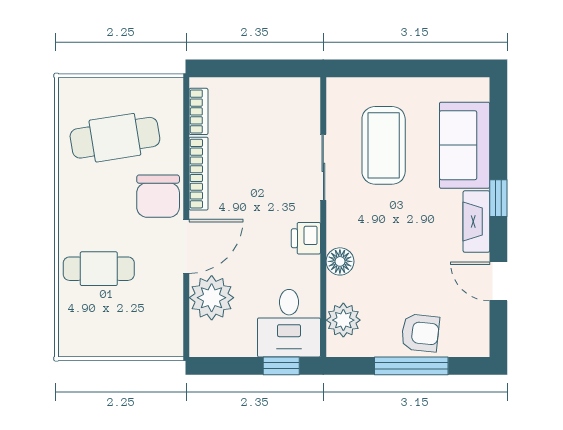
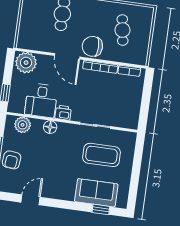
cafe table: (115, 138) -> (122, 30), width x0.73, depth x0.74
window: (498, 198) -> (101, 209), moved
fireplace: (476, 222) -> (60, 193), removed
plant: (212, 298) -> (26, 63), moved
desk: (289, 323) -> (41, 100), moved, turned -90

